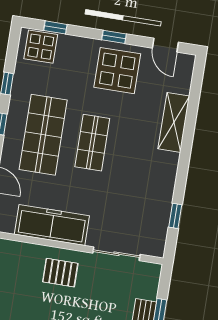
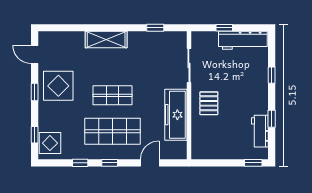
door: (165, 45) -> (35, 54), swing flipped
shelving: (174, 122) -> (106, 40), moved

